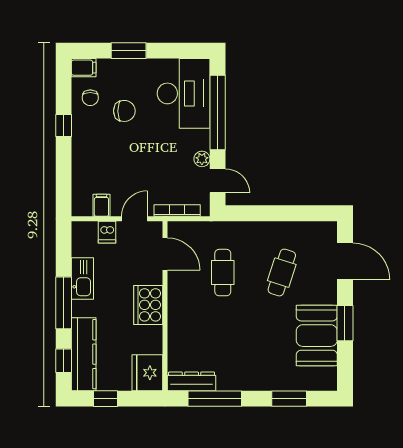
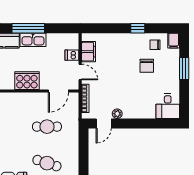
desk: (184, 93) -> (168, 106), width x0.53, depth x0.77
window: (218, 112) -> (146, 123), removed
filing cabinet: (101, 205) -> (88, 52), width x2.00
kitchen sink: (82, 278) -> (33, 40), moved

